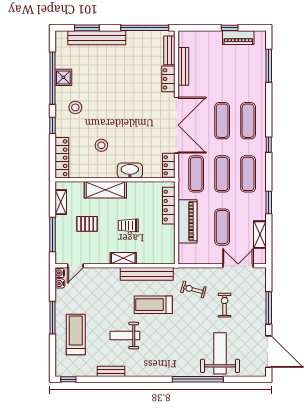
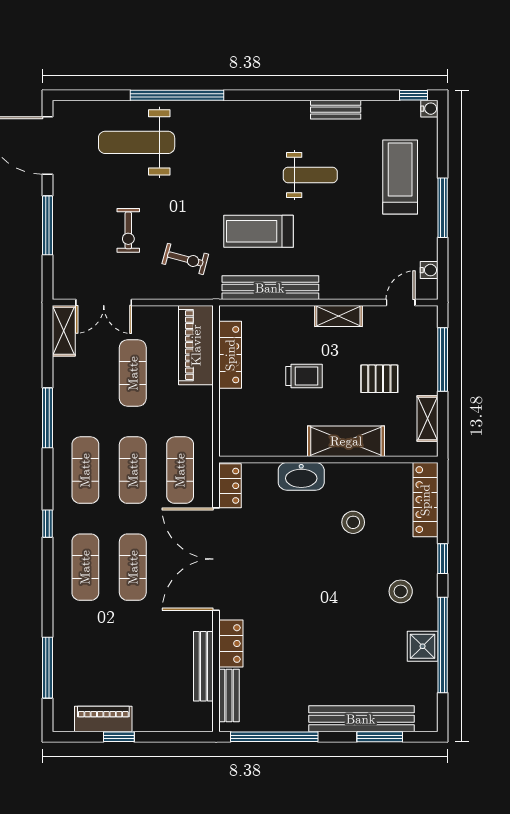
window: (269, 202) -> (48, 418), width x1.44
locker: (169, 206) -> (230, 355), moved
piano: (188, 221) -> (196, 345), moved
shelving: (260, 235) -> (64, 331), moved
shelving: (123, 258) -> (338, 316), moved
water cooler: (60, 273) -> (429, 109), moved
treadmill: (153, 305) -> (259, 231), turned 180
treadmill: (76, 334) -> (400, 177), turned 180
weight bench: (220, 353) -> (137, 142), turned 90

